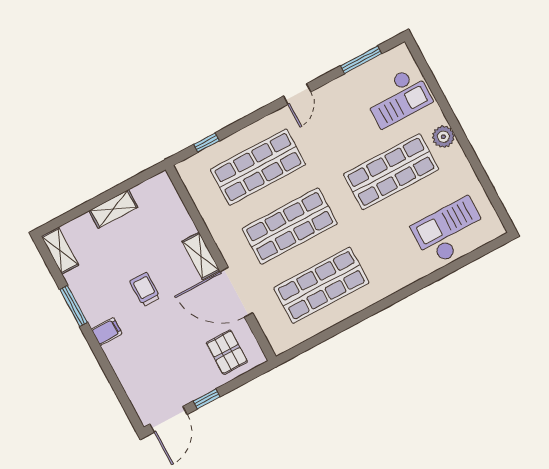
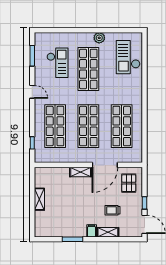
checkout: (398, 98) -> (58, 63), moved
plant: (443, 137) -> (99, 38), moved
shelving: (60, 251) -> (108, 232), moved
trolley: (145, 289) -> (112, 210), moved
pallet: (227, 352) -> (129, 183), turned 90

